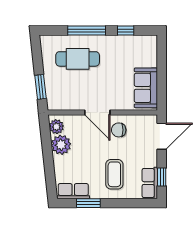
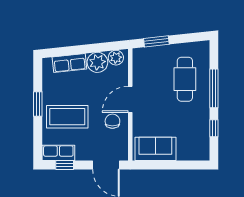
coffee table: (114, 174) -> (67, 117), width x1.36, depth x1.32
row of seats: (73, 191) -> (69, 63), moved, turned 84
window: (88, 203) -> (38, 104), moved

